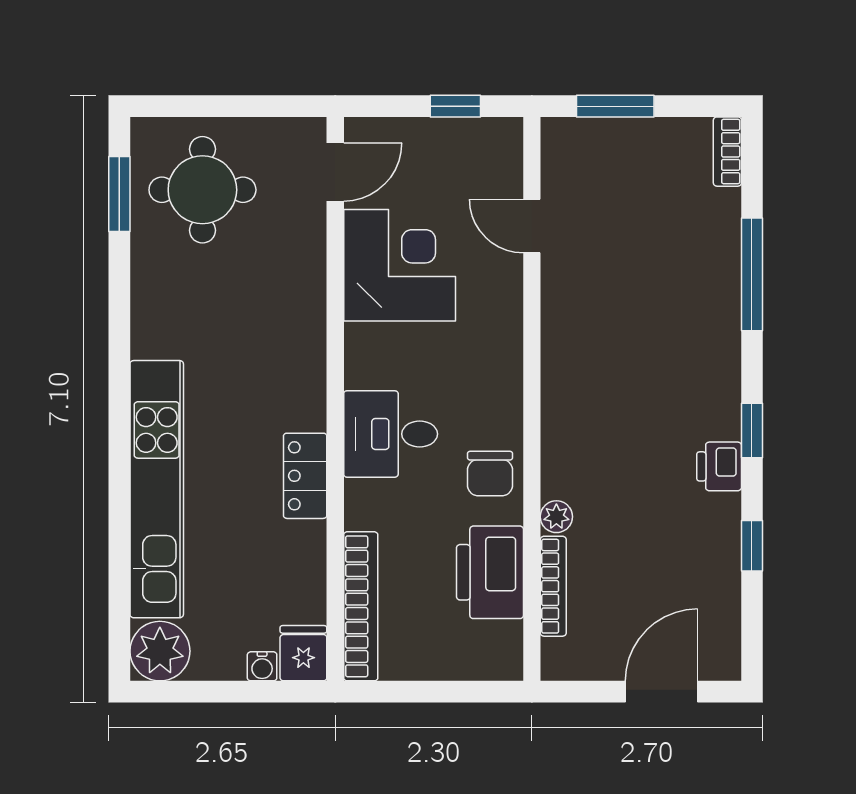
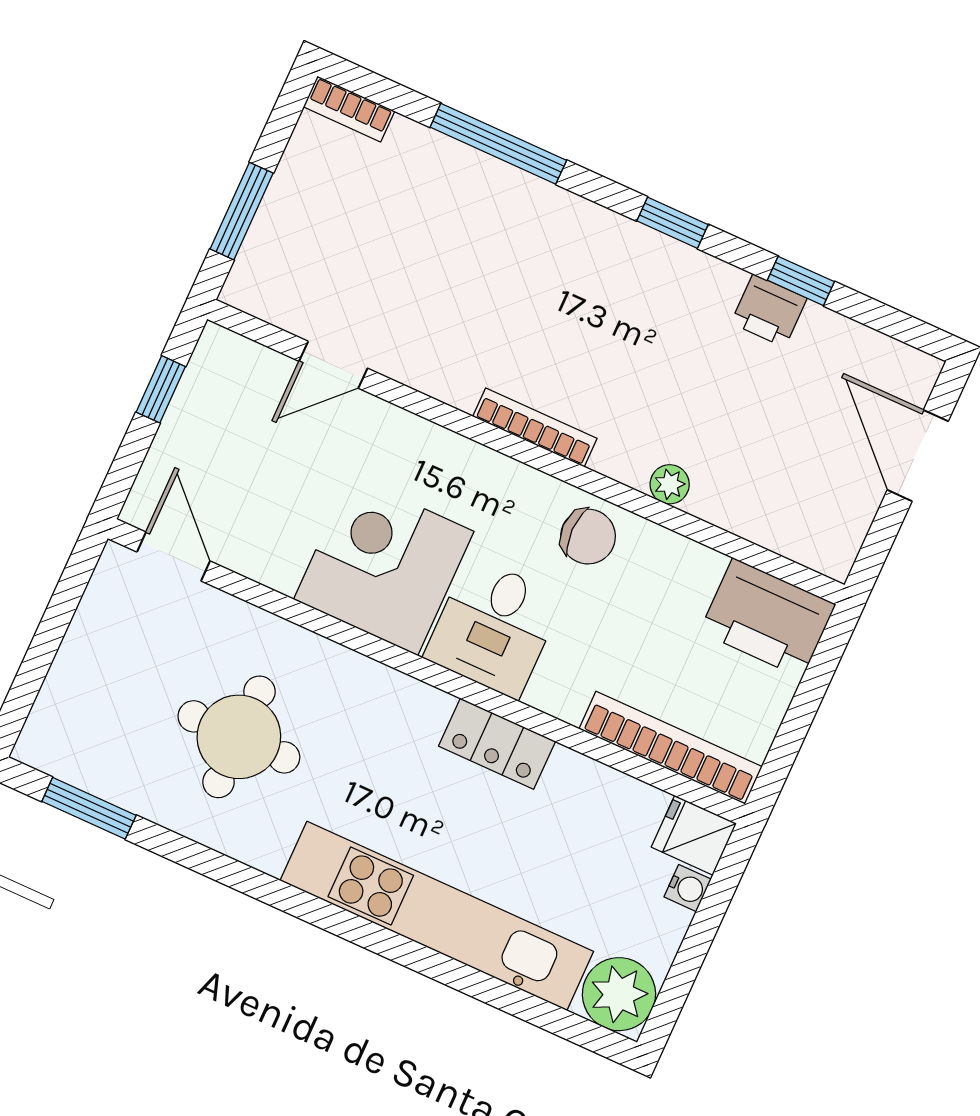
round table: (202, 190) -> (239, 737), moved
corner desk: (400, 265) -> (384, 565), moved
printer: (719, 466) -> (769, 311), moved
printer: (490, 572) -> (767, 618), moved
bookcase: (553, 586) -> (535, 427), moved

